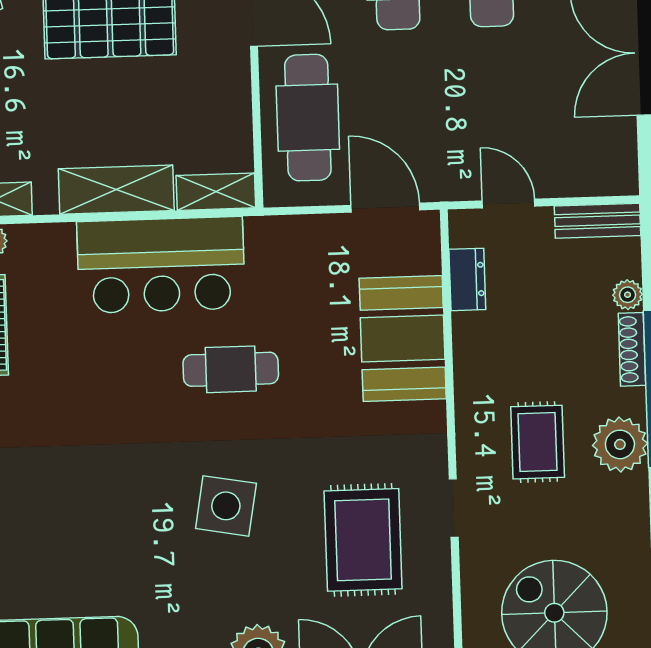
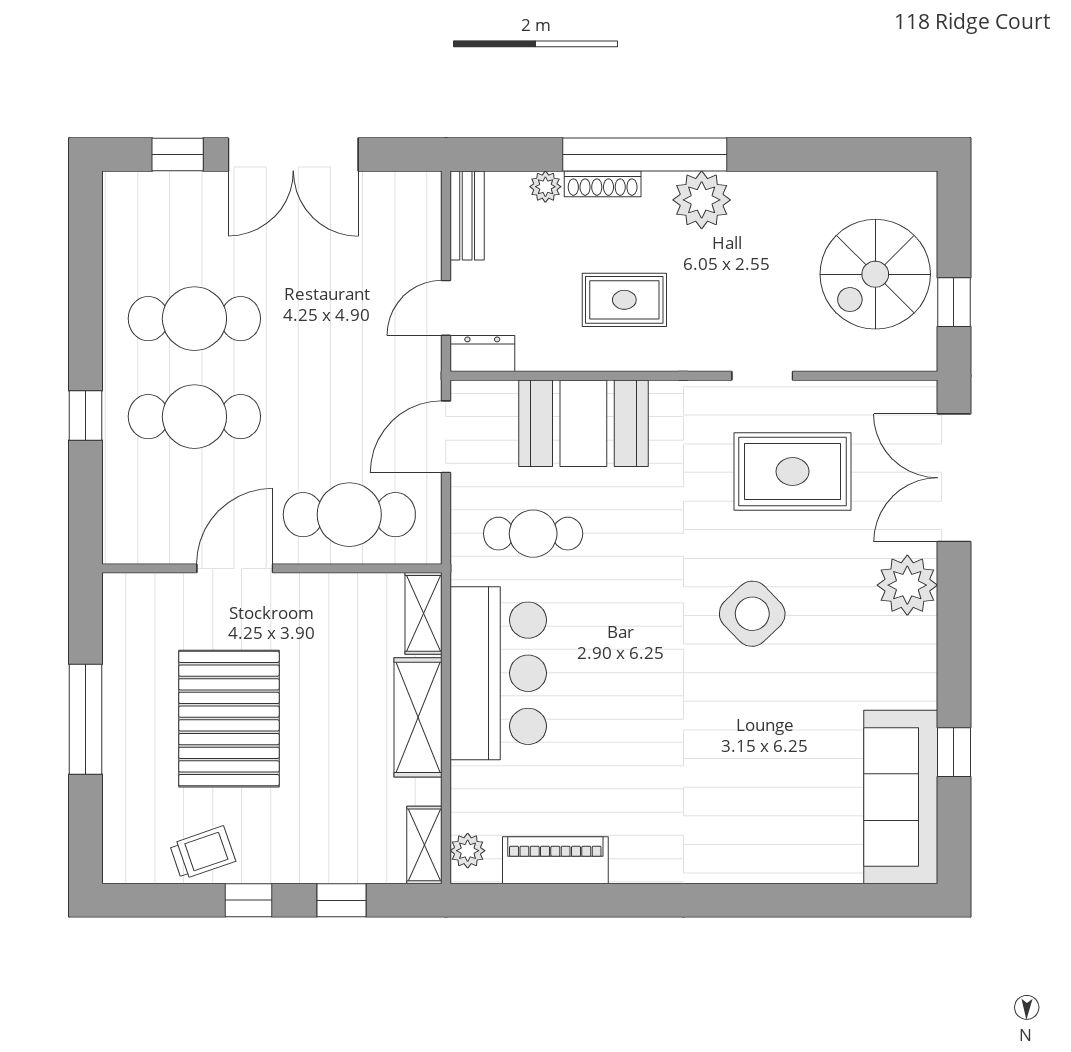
dresser: (467, 279) -> (482, 354), moved
cafe table: (231, 369) -> (533, 534), moved, turned 90
rug: (538, 442) -> (624, 300), moved
side table: (226, 506) -> (752, 614), turned 36

